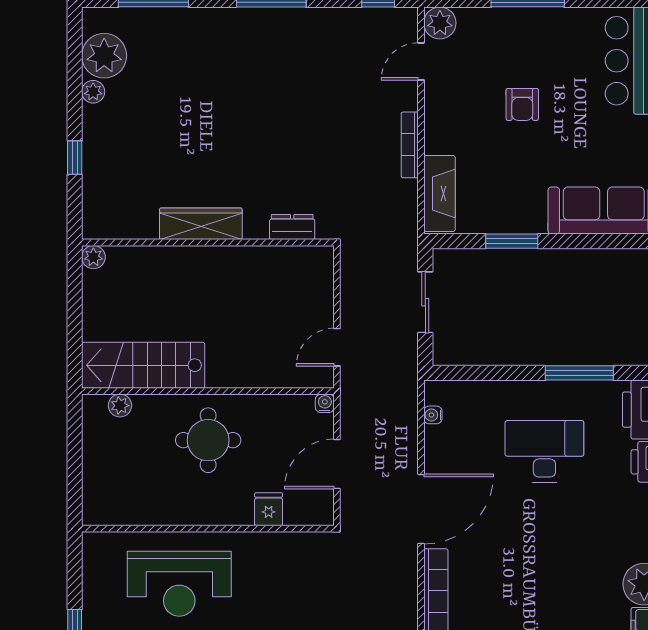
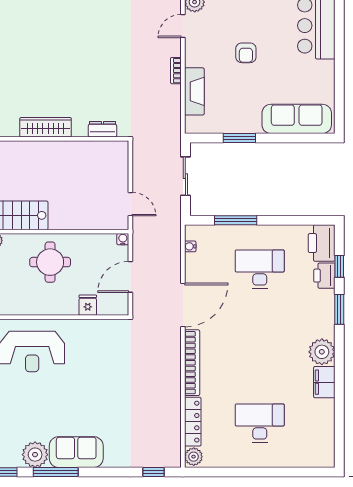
bookcase: (410, 145) -> (176, 71), width x0.64
fireplace: (439, 193) -> (194, 91), moved
door: (337, 347) -> (130, 204), swing flipped
window: (579, 373) -> (236, 220), moved

